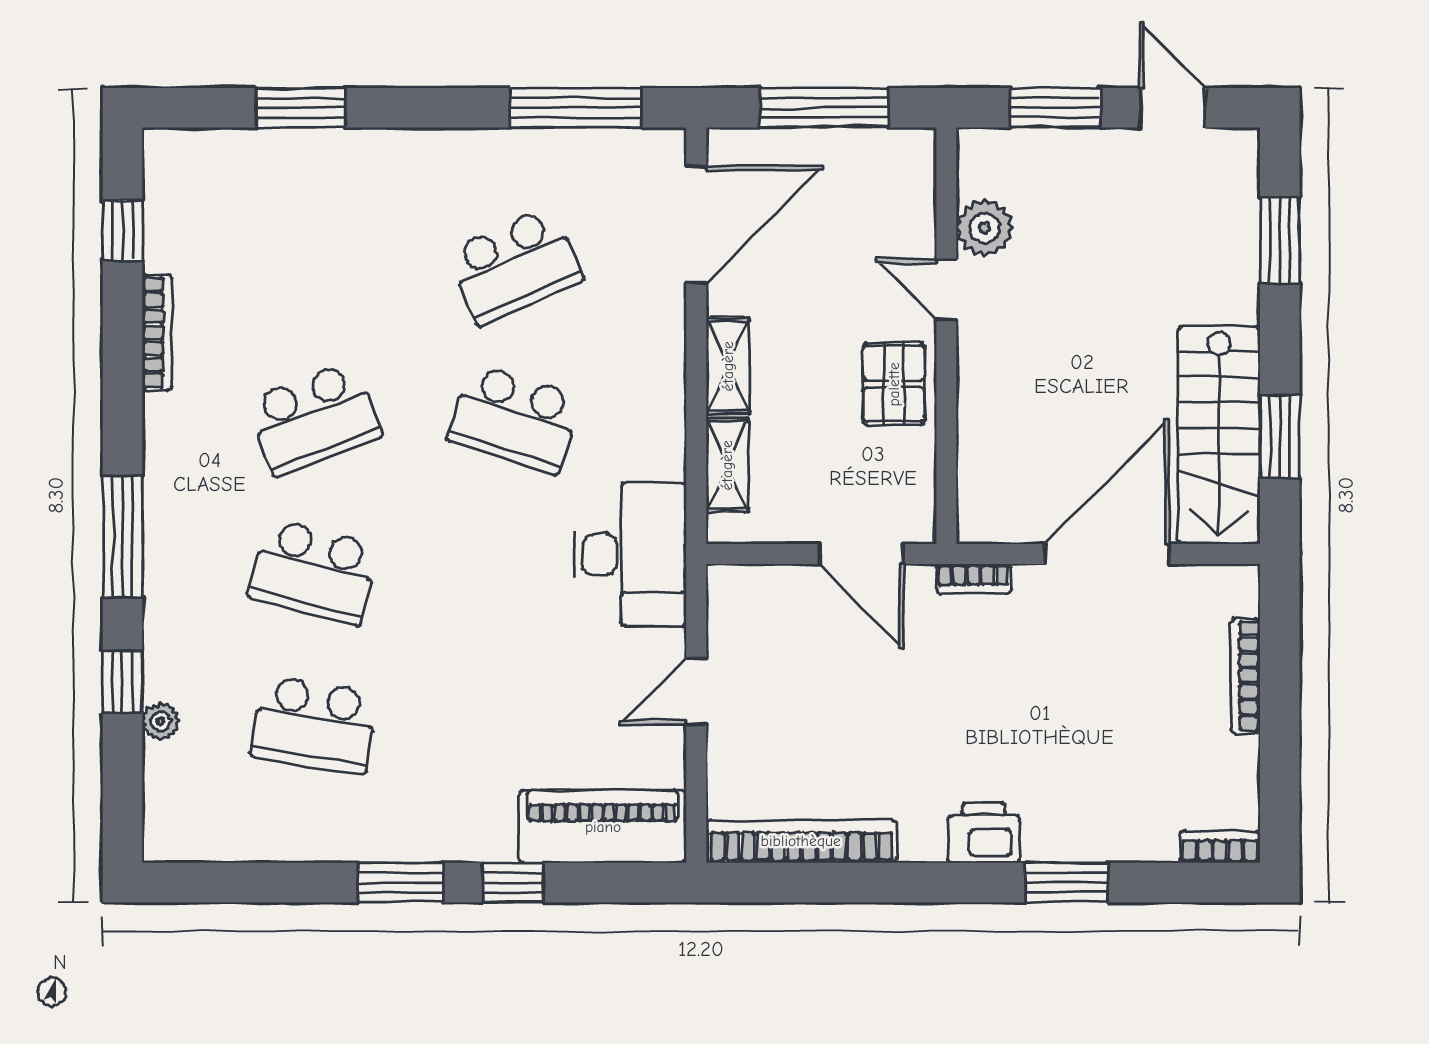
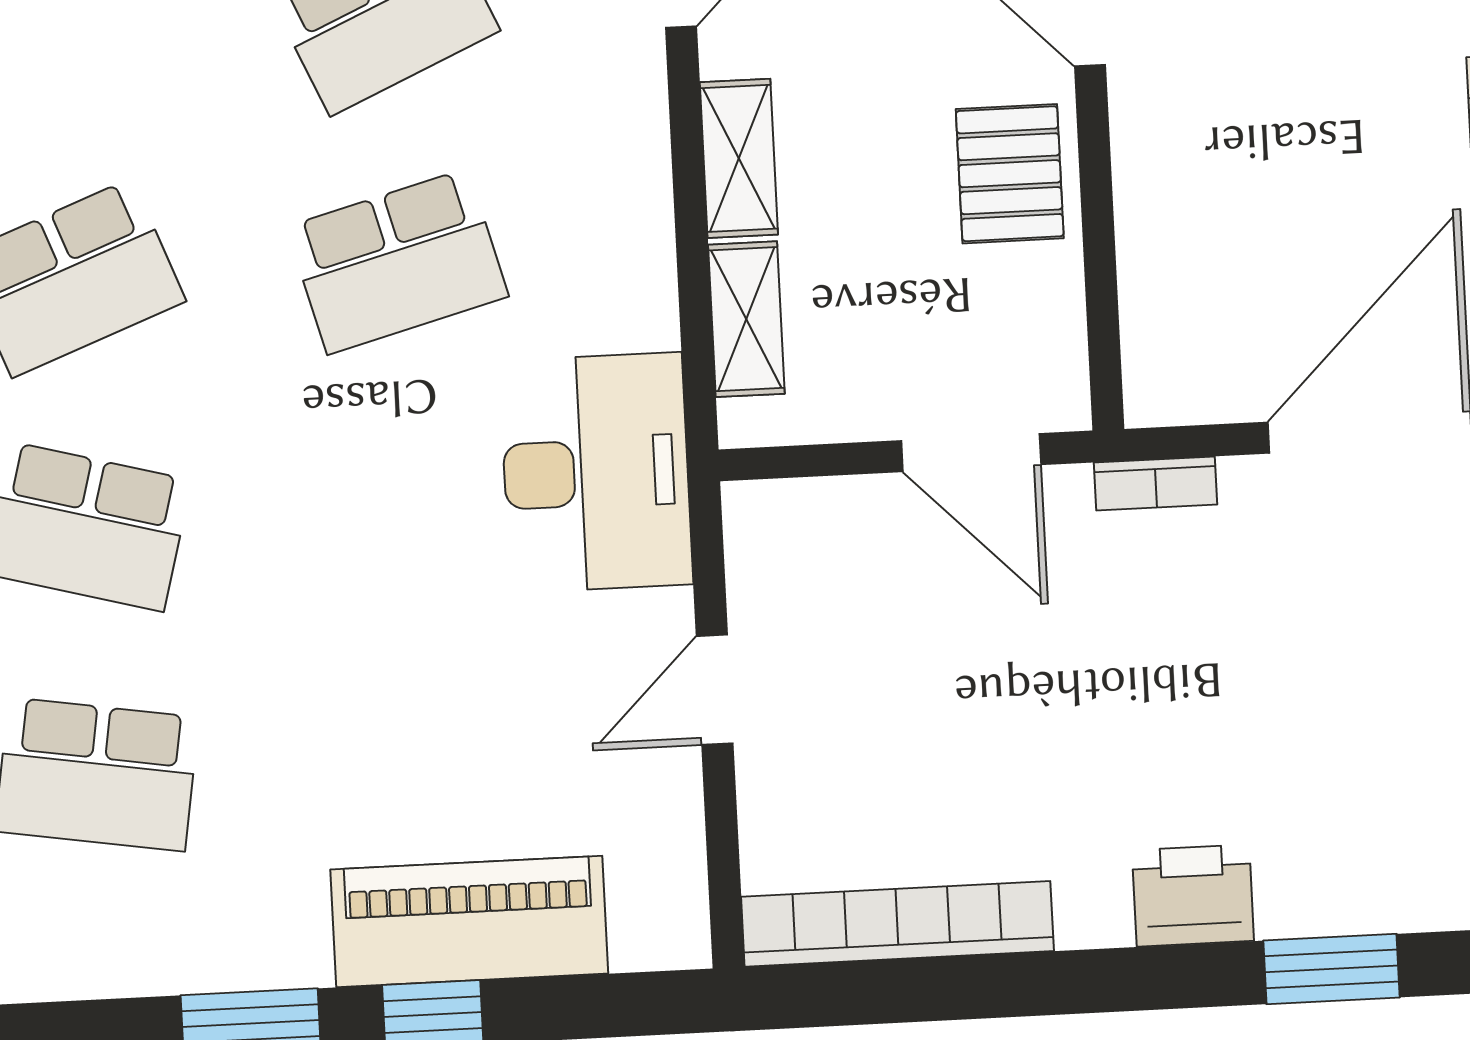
school desk: (515, 419) -> (397, 262), turned -33
piano: (603, 827) -> (469, 922), moved

